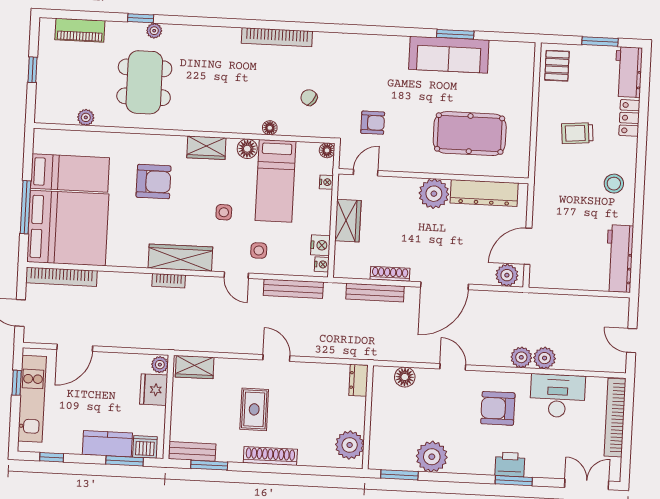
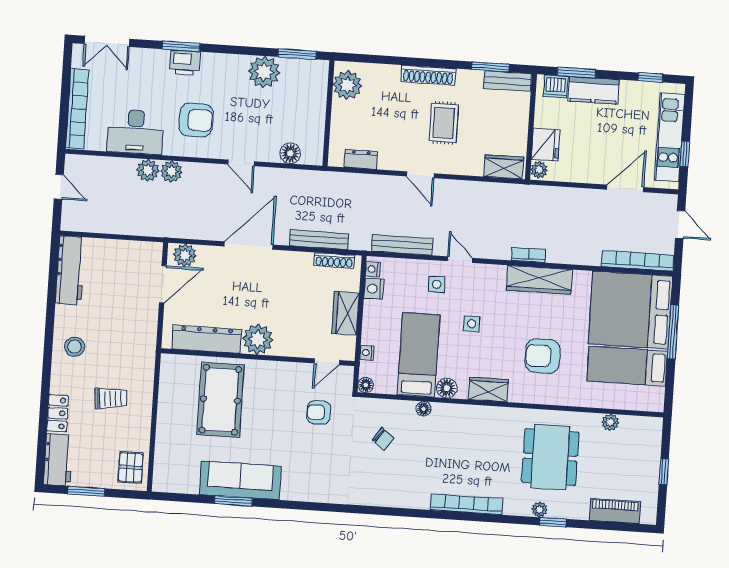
bookcase: (277, 37) -> (467, 504), moved
pool table: (470, 134) -> (220, 400), turned 90
wardrobe: (180, 258) -> (539, 280), moved
shoe rack: (390, 274) -> (334, 260), moved
dresser: (358, 380) -> (361, 159), moved, turned -90

